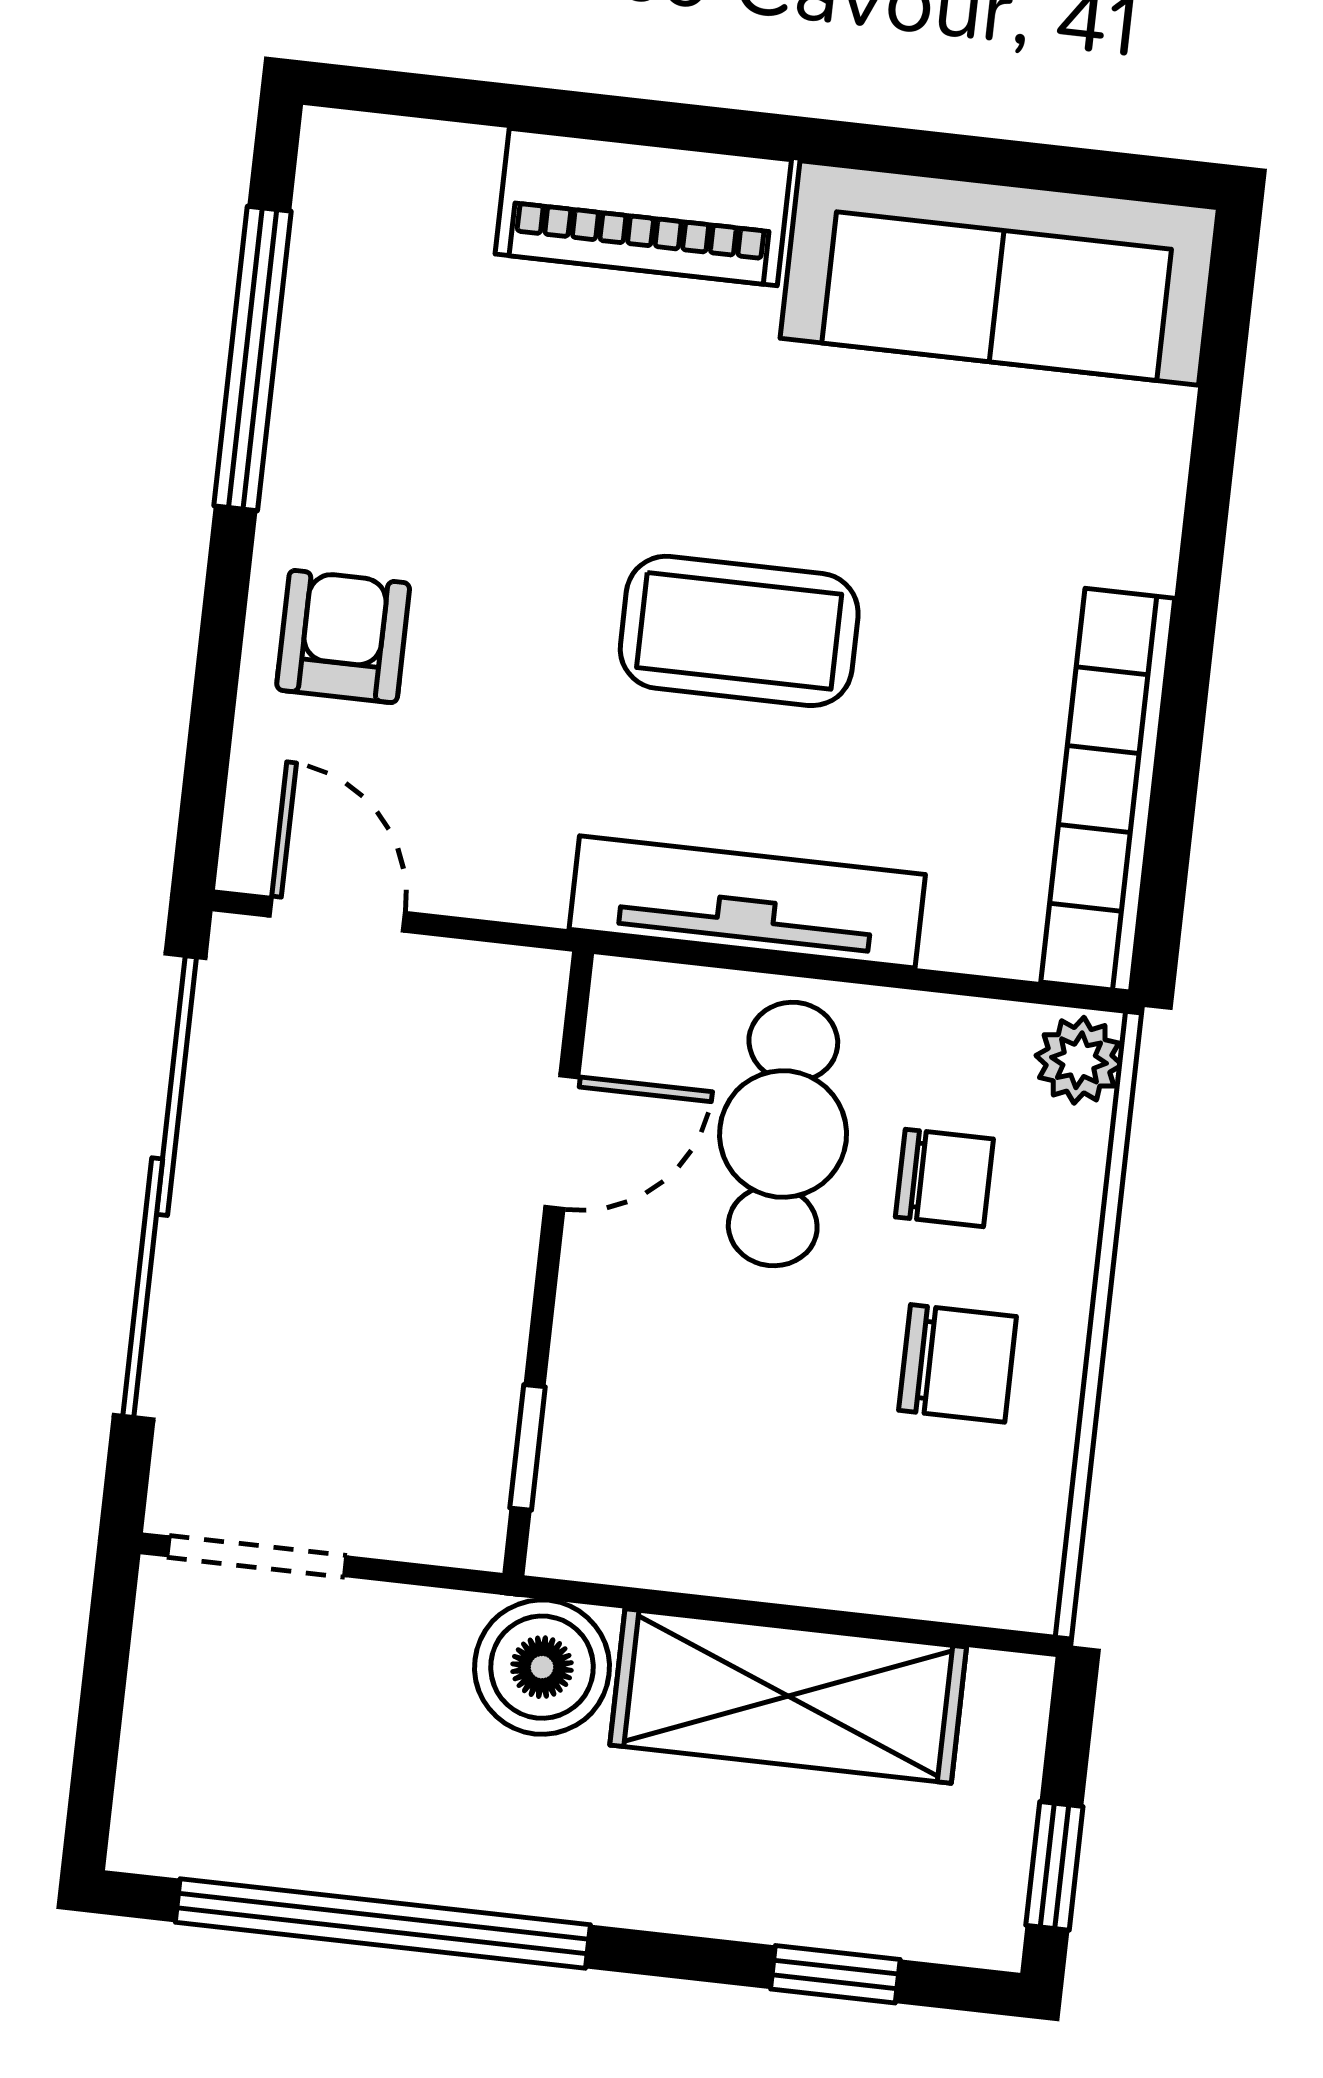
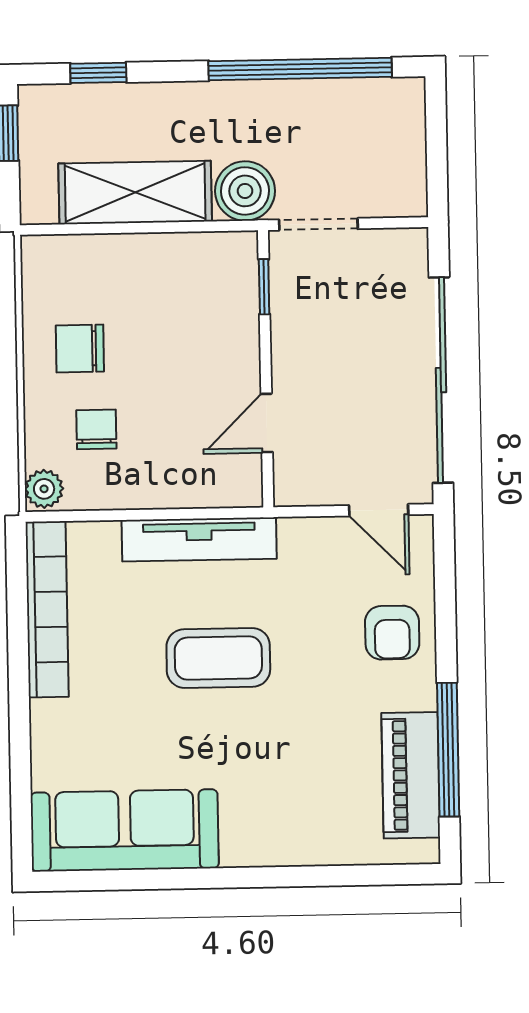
piano: (643, 207) -> (411, 775), moved, turned -90
cafe table: (783, 1134) -> (170, 439), removed
chair: (944, 1178) -> (96, 429), turned 90
doorway: (257, 1556) -> (318, 224), moved

